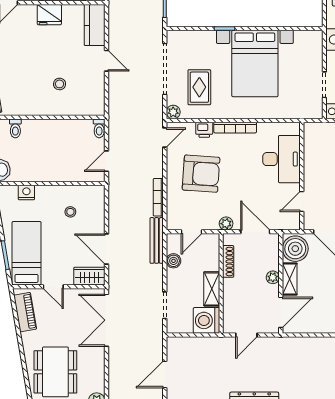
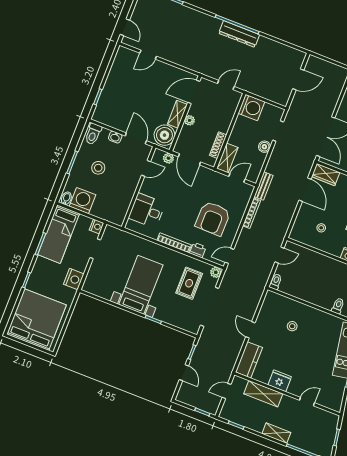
bed with nightstands: (255, 64) -> (141, 285), width x0.73
desk: (282, 159) -> (147, 211), width x0.73
armchair: (201, 174) -> (213, 218), turned -93
plant: (226, 224) -> (168, 158), moved
bench: (157, 240) -> (264, 186), width x0.73
boiler: (173, 261) -> (264, 147), moved
shelving: (212, 289) -> (227, 158), moved

